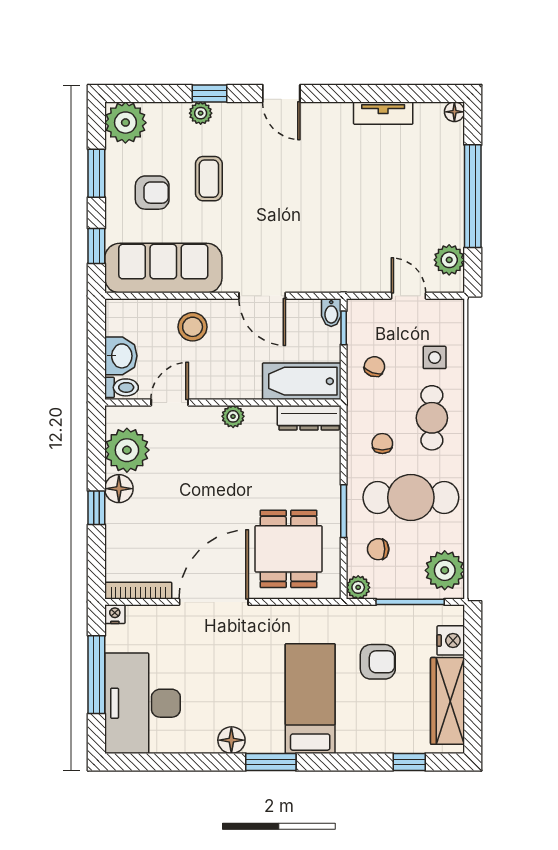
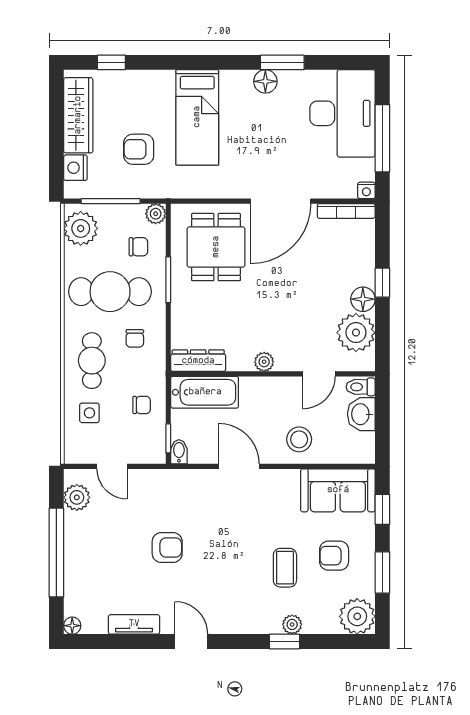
door: (281, 93) -> (191, 642), moved
armchair: (345, 202) -> (167, 548), added
sofa: (163, 268) -> (338, 490), width x0.73
chair: (374, 367) -> (142, 405), turned -109
window: (271, 762) -> (282, 62), moved

